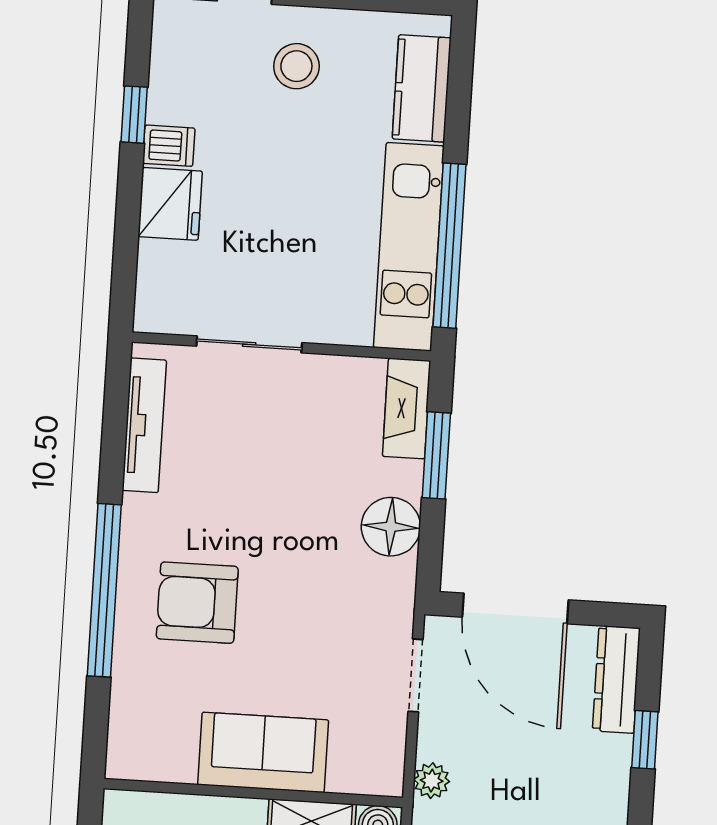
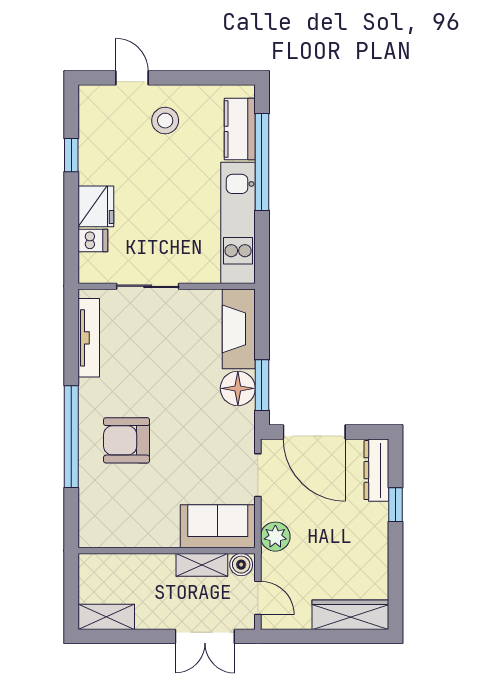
dishwasher: (169, 146) -> (93, 241), moved
window: (450, 246) -> (262, 162), moved
fireplace: (407, 408) -> (239, 329), width x1.37, depth x1.32
window: (436, 455) -> (262, 385), moved
sofa: (263, 752) -> (218, 526), moved
plant: (432, 781) -> (275, 537), width x1.38, depth x1.38

